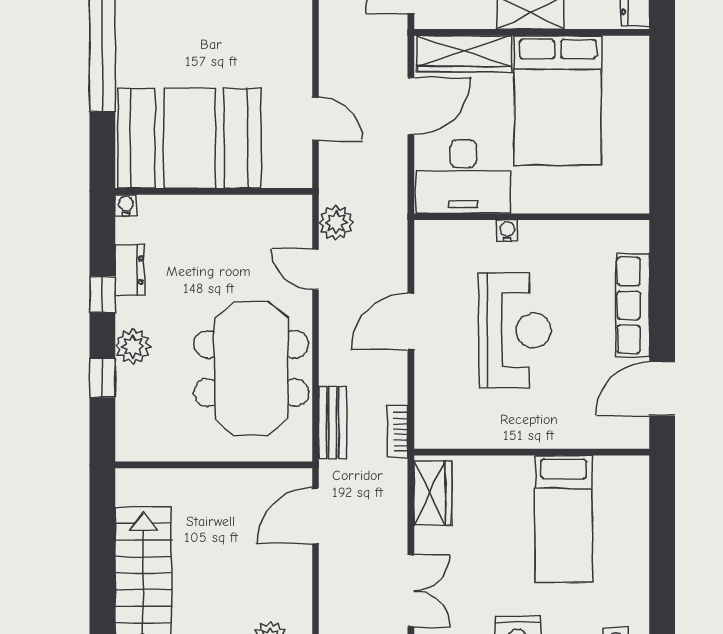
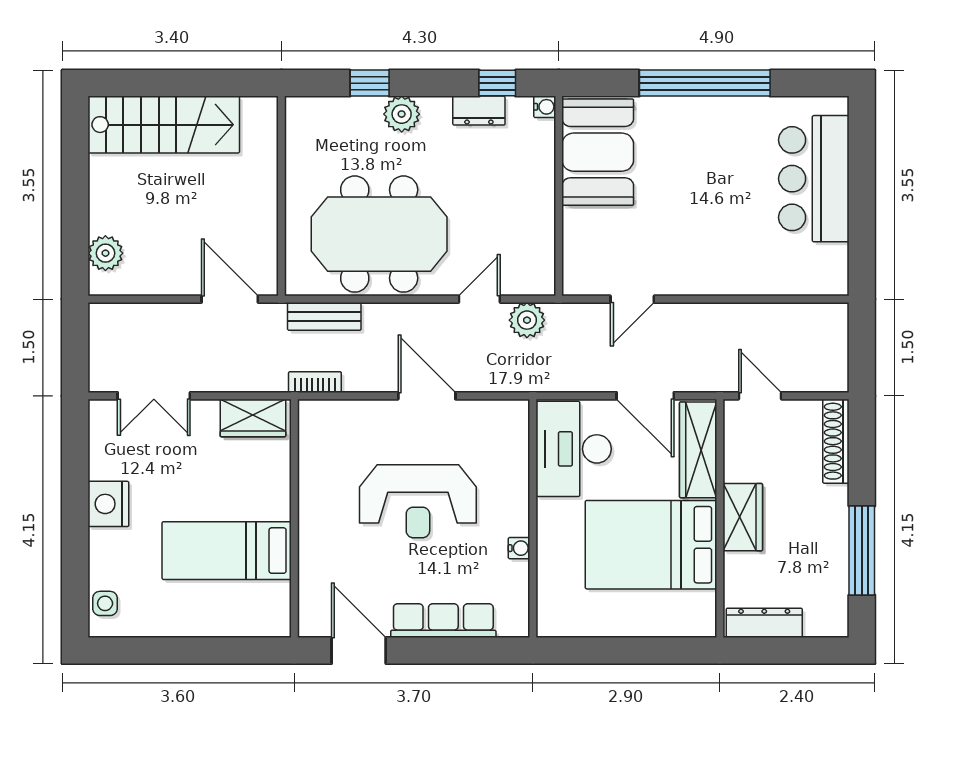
booth: (189, 138) -> (598, 152), width x0.73, depth x0.70
water cooler: (507, 231) -> (519, 548), moved
window: (102, 294) -> (497, 83), moved

